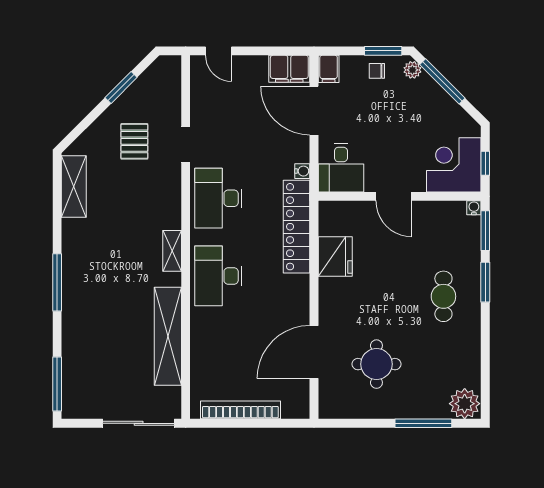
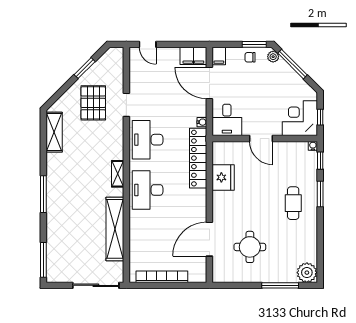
pallet: (134, 141) -> (93, 103), width x1.50, depth x1.42
window: (485, 231) -> (320, 161), width x0.67

